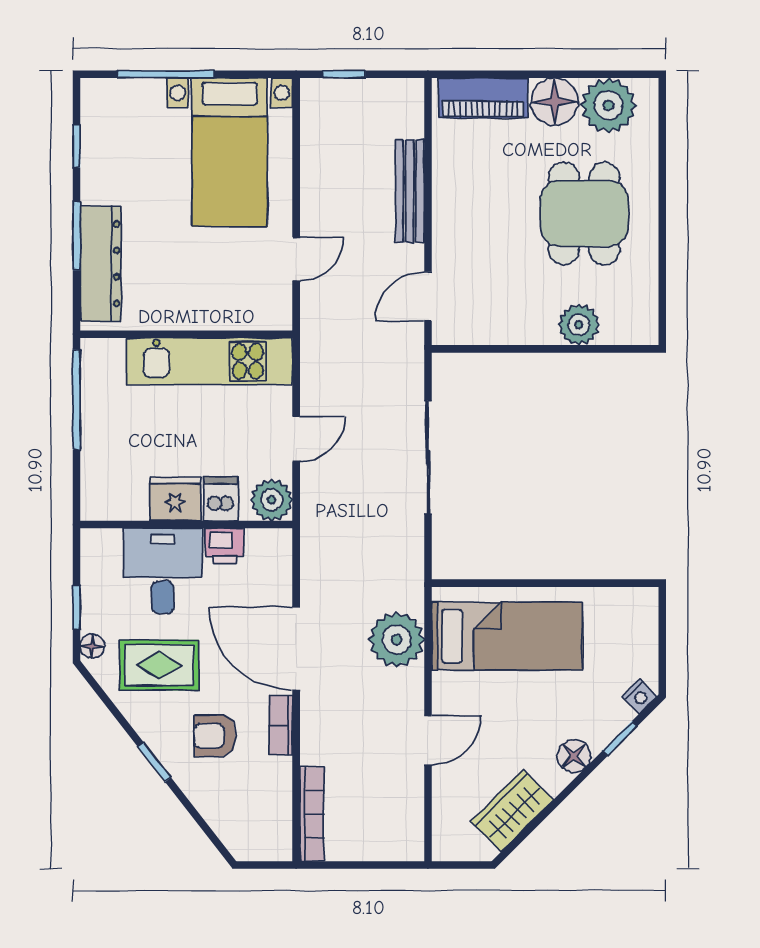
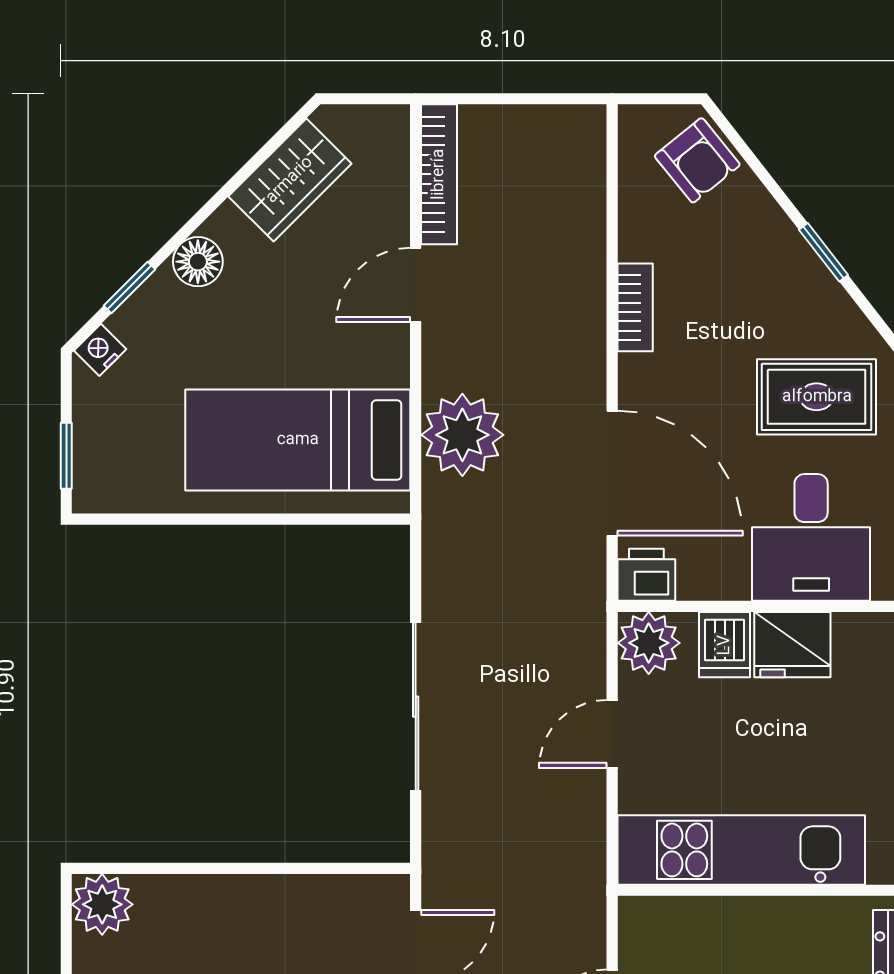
plant: (579, 325) -> (102, 904), moved
printer: (224, 546) -> (646, 575), moved
window: (662, 626) -> (66, 456), added
door: (296, 649) -> (612, 473), moved
armchair: (215, 736) -> (697, 160), moved, turned 51
bookcase: (312, 814) -> (439, 174), moved, turned 180

